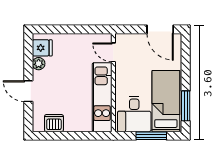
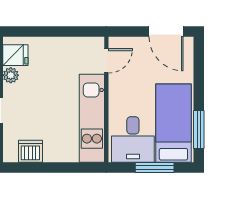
door: (113, 52) -> (106, 61), swing flipped

